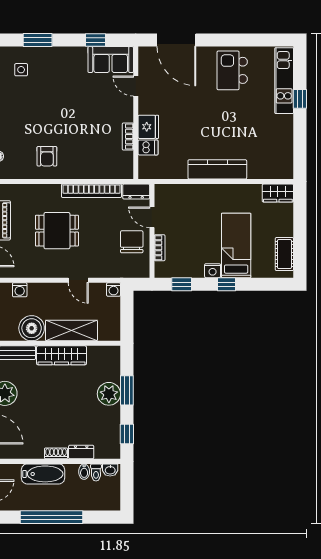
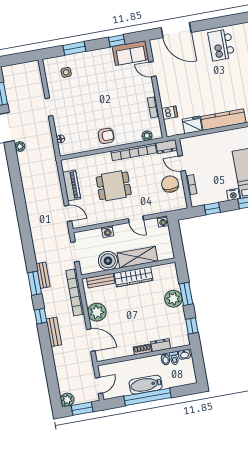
fridge: (148, 127) -> (192, 125), moved, turned -90
armchair: (47, 156) -> (106, 136), moved, turned -90
plant: (113, 172) -> (147, 136), added
washing machine: (20, 290) -> (108, 232), moved
bathtub: (43, 474) -> (146, 385), moved, turned 180

